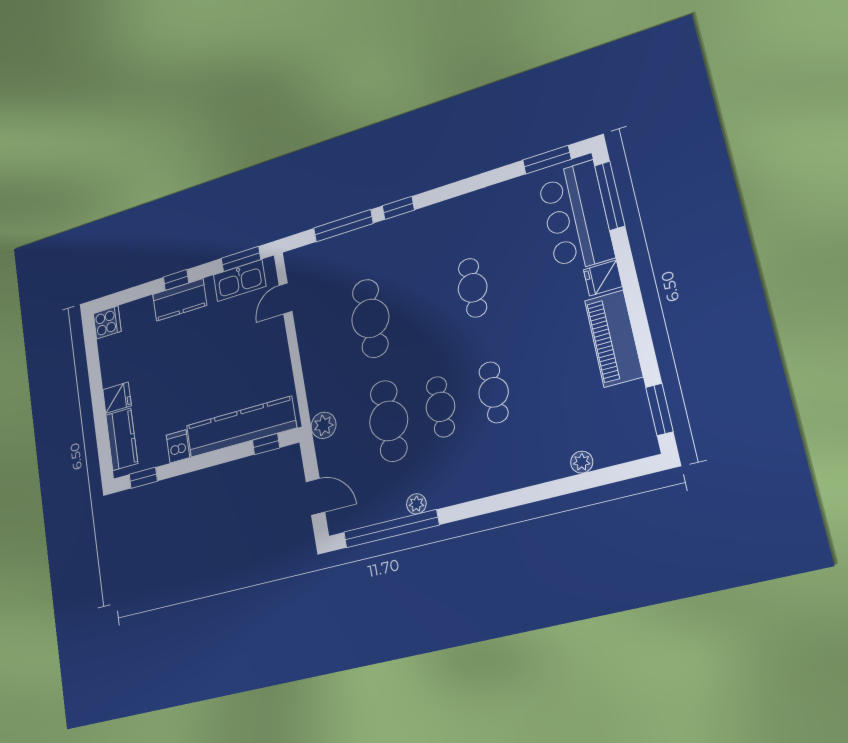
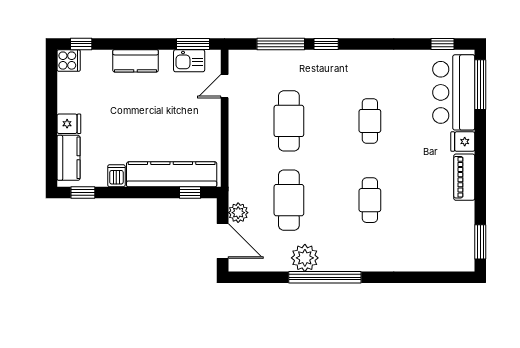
window: (547, 160) -> (442, 44), width x0.67
window: (176, 280) -> (81, 44), moved
kitchen sink: (240, 281) -> (189, 61), width x0.73
piano: (614, 339) -> (464, 177), width x0.73, depth x0.75
cafe table: (440, 407) -> (329, 200), removed
plant: (324, 425) -> (238, 213), moved
plant: (582, 462) -> (421, 264), removed
door: (315, 497) -> (223, 241), width x1.38
plant: (416, 504) -> (305, 258), width x1.88, depth x1.88
window: (391, 529) -> (325, 277), moved

